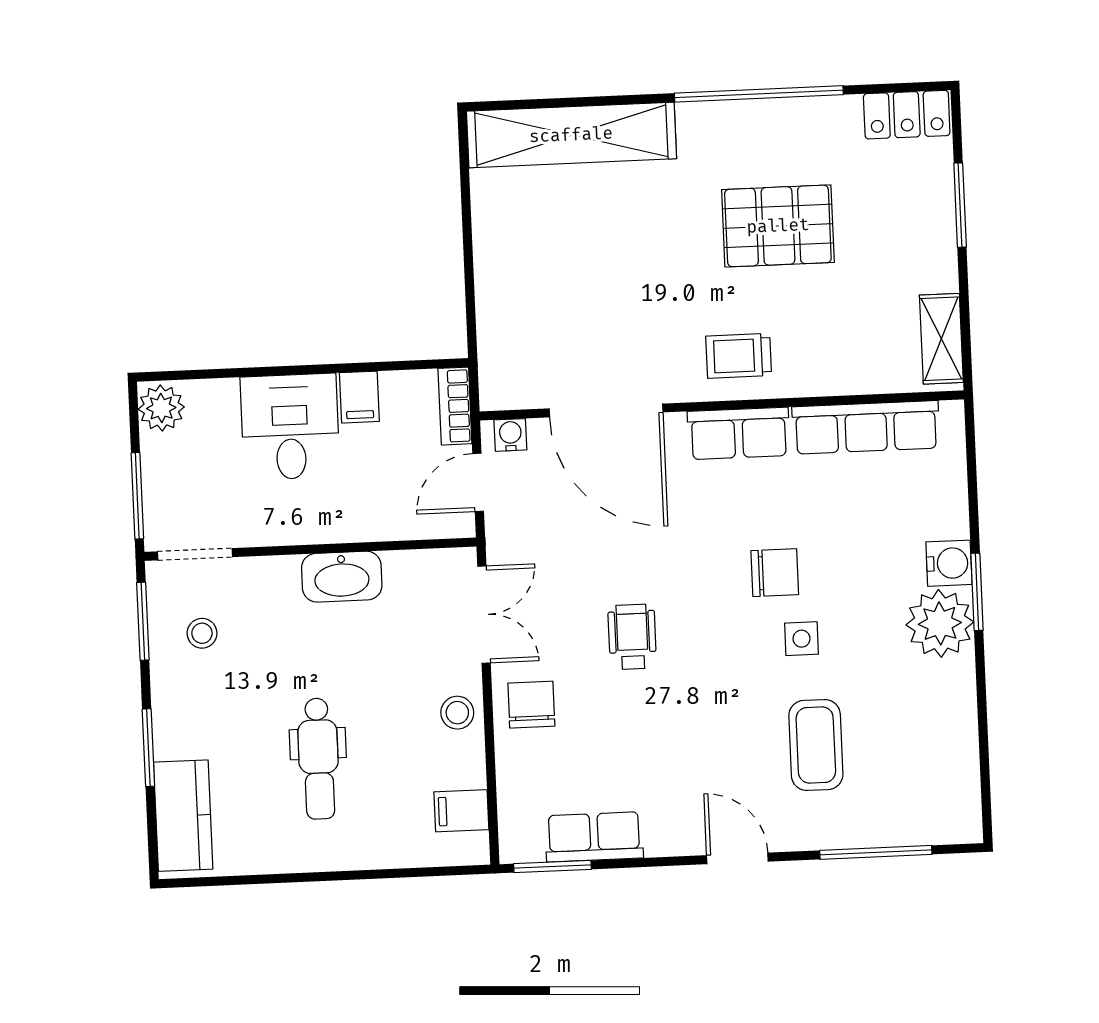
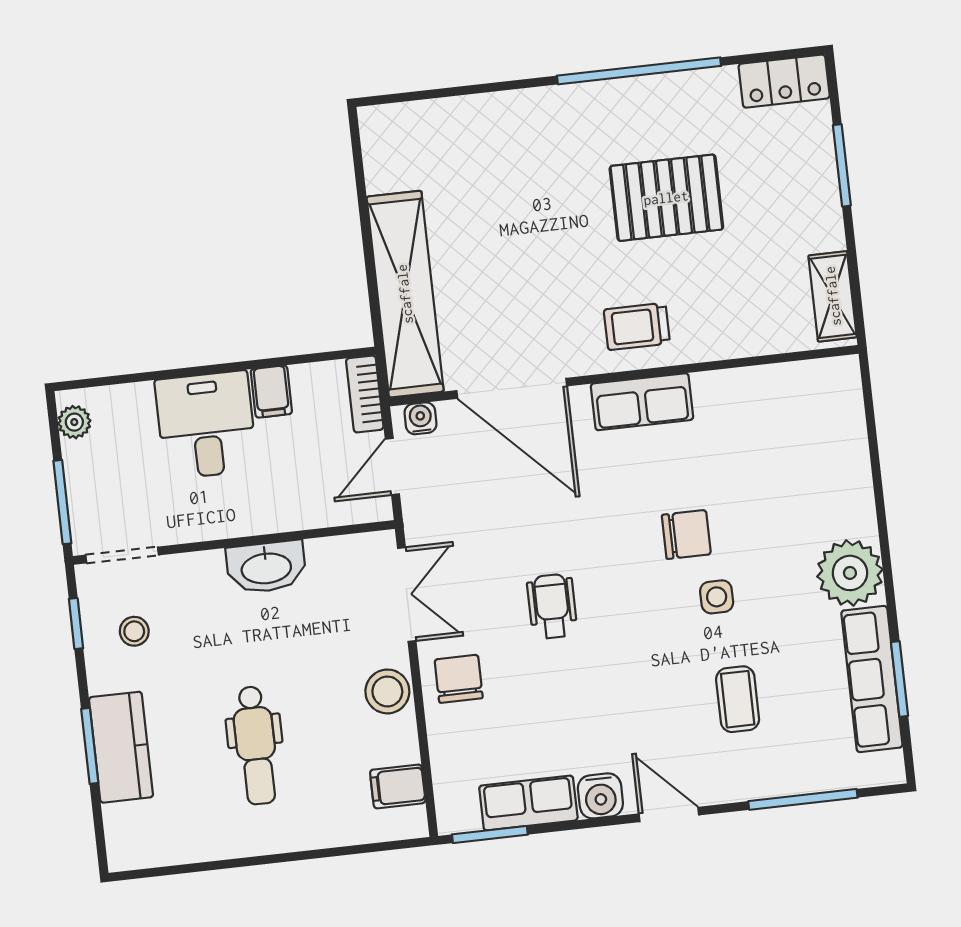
shelving: (571, 135) -> (405, 294), moved, turned 90
plant: (161, 408) -> (74, 422), width x0.73, depth x0.73
row of seats: (866, 427) -> (872, 679), moved, turned 90
water cooler: (949, 563) -> (600, 796), moved, turned 90
window: (977, 592) -> (899, 679), moved
window: (143, 621) -> (76, 624), width x0.67
stool: (457, 713) -> (387, 691), width x1.37, depth x1.37
coffee table: (816, 745) -> (738, 699), width x0.73, depth x0.77
kitchen counter: (183, 816) -> (121, 747), moved

